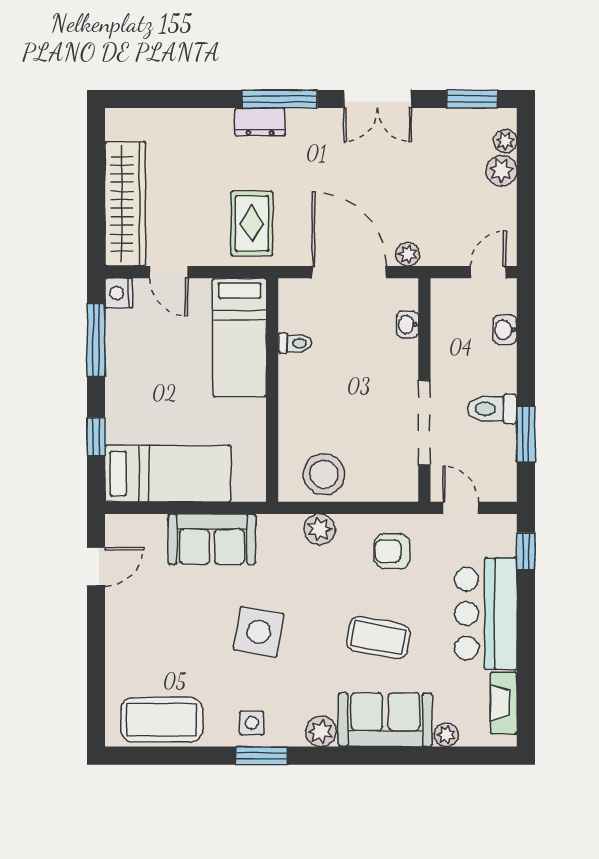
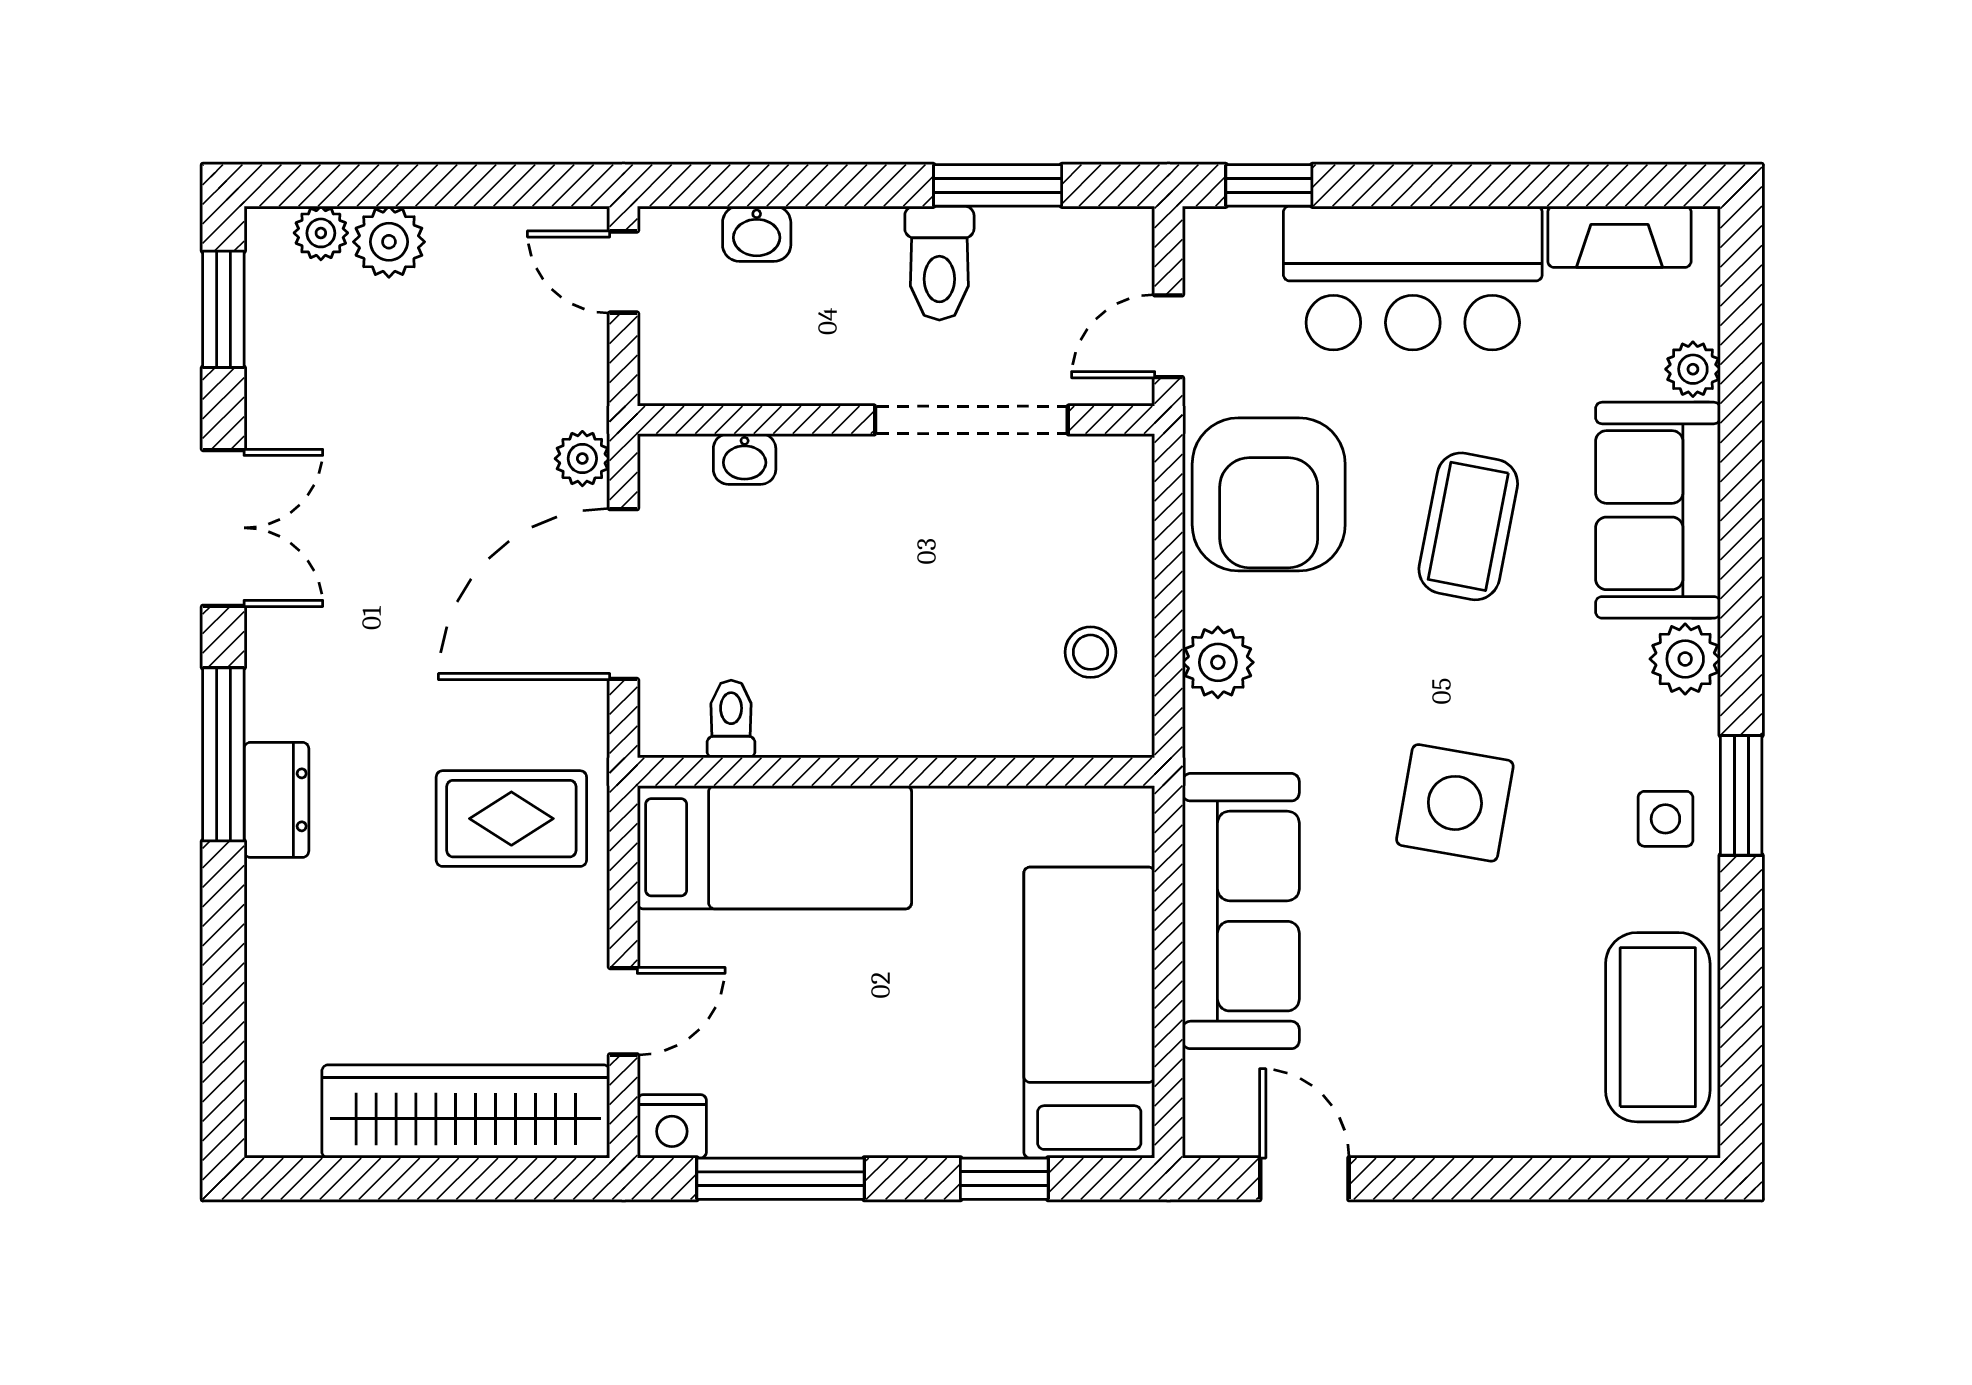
toilet: (295, 343) -> (731, 719), moved
stool: (324, 474) -> (1091, 652), width x0.53, depth x0.53
sofa: (212, 539) -> (1241, 911), width x1.36
armchair: (392, 551) -> (1269, 494), width x1.88, depth x1.88

